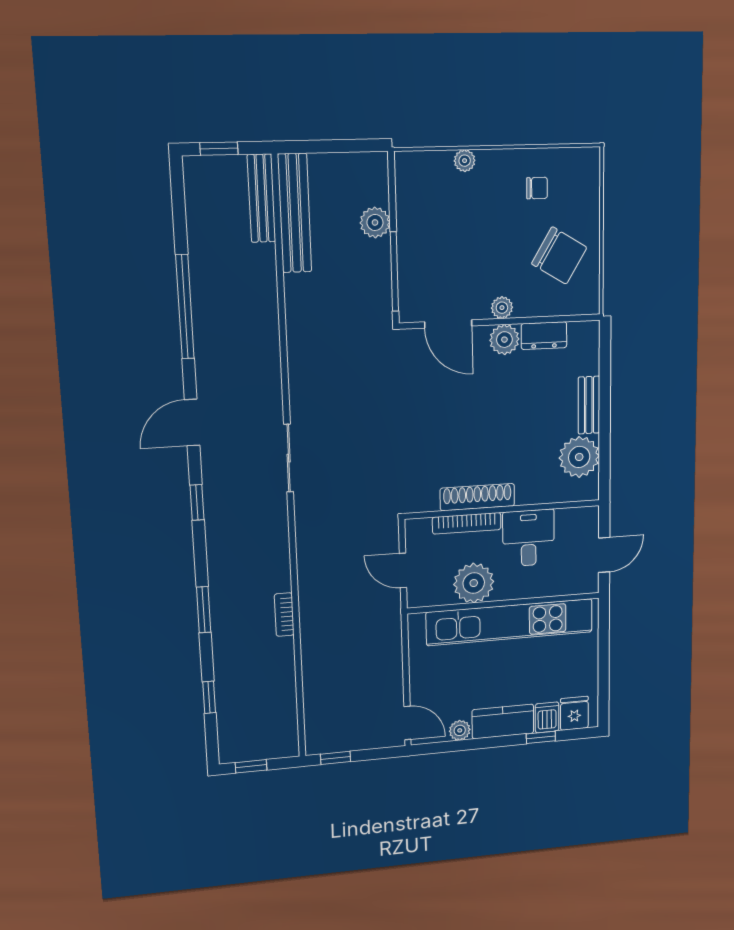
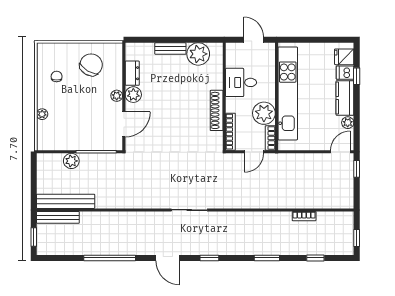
bookcase: (467, 523) -> (230, 132), moved
bookcase: (429, 598) -> (270, 138), added
bookcase: (284, 615) -> (304, 216), moved
window: (336, 758) -> (357, 169), moved

